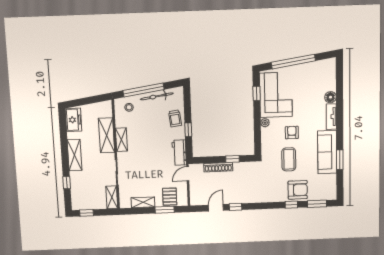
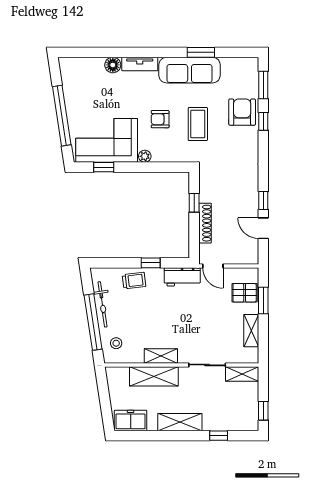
coffee table: (289, 159) -> (198, 124), turned 90

